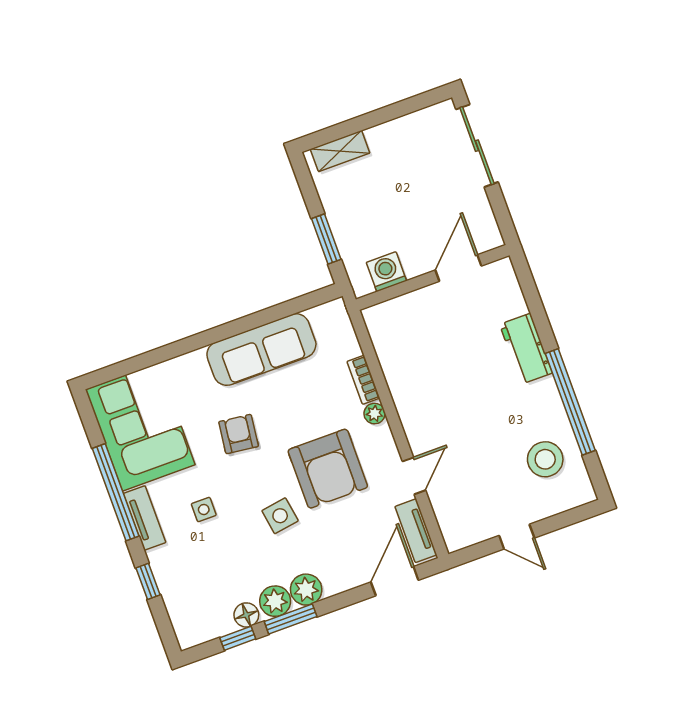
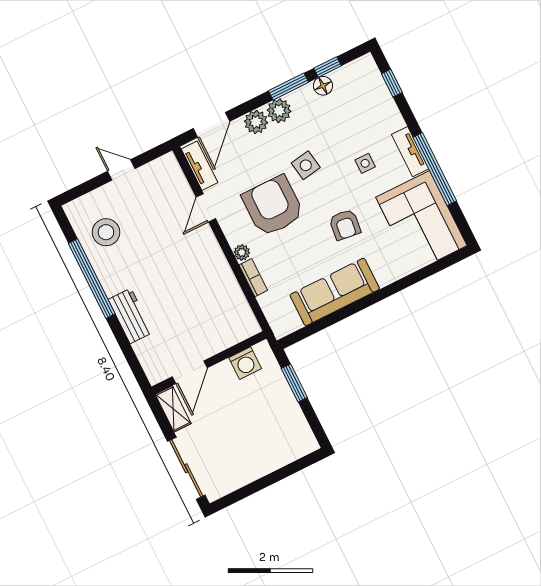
shelving: (340, 151) -> (173, 409), moved, turned 90
window: (148, 581) -> (392, 83), moved
plant: (275, 601) -> (256, 122), moved

